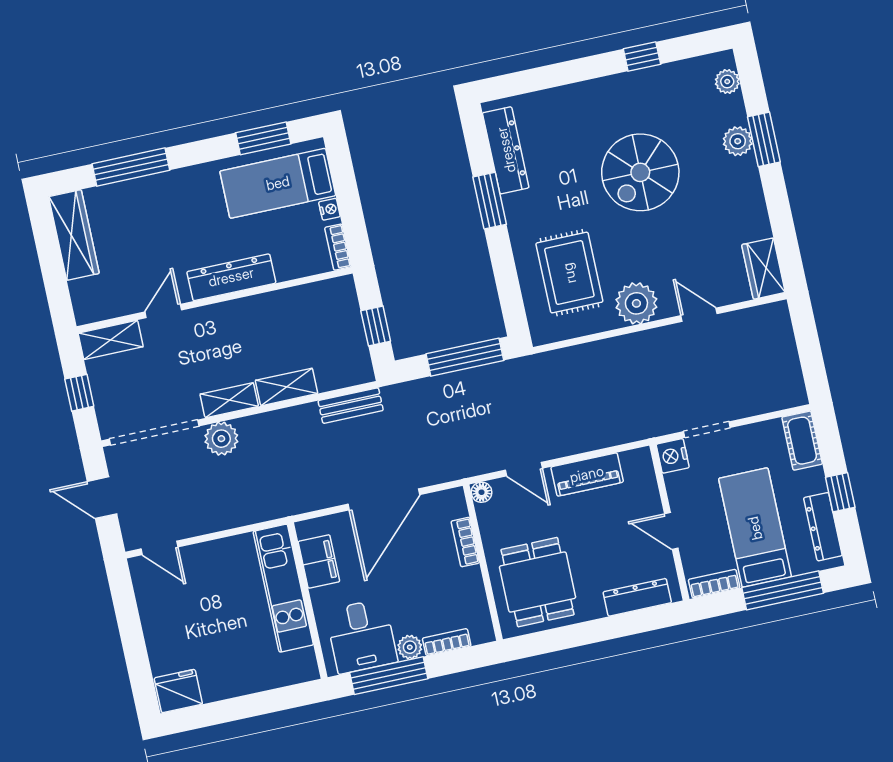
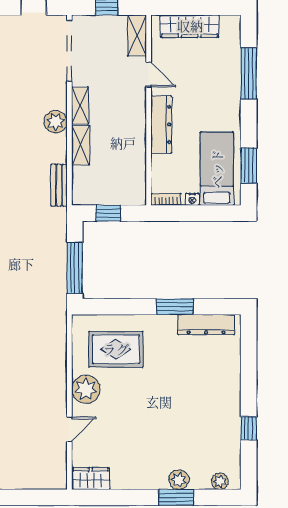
spiral stairs: (640, 172) -> (172, 411), removed
wardrobe: (74, 235) -> (190, 26), moved
plant: (221, 439) -> (56, 122), moved

